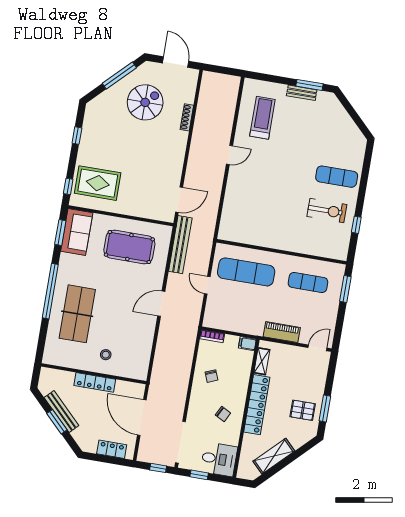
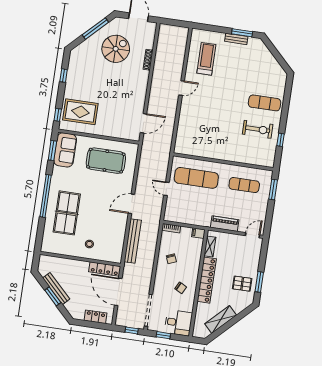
bench: (180, 245) -> (133, 241), moved
locker: (95, 382) -> (105, 269), moved

